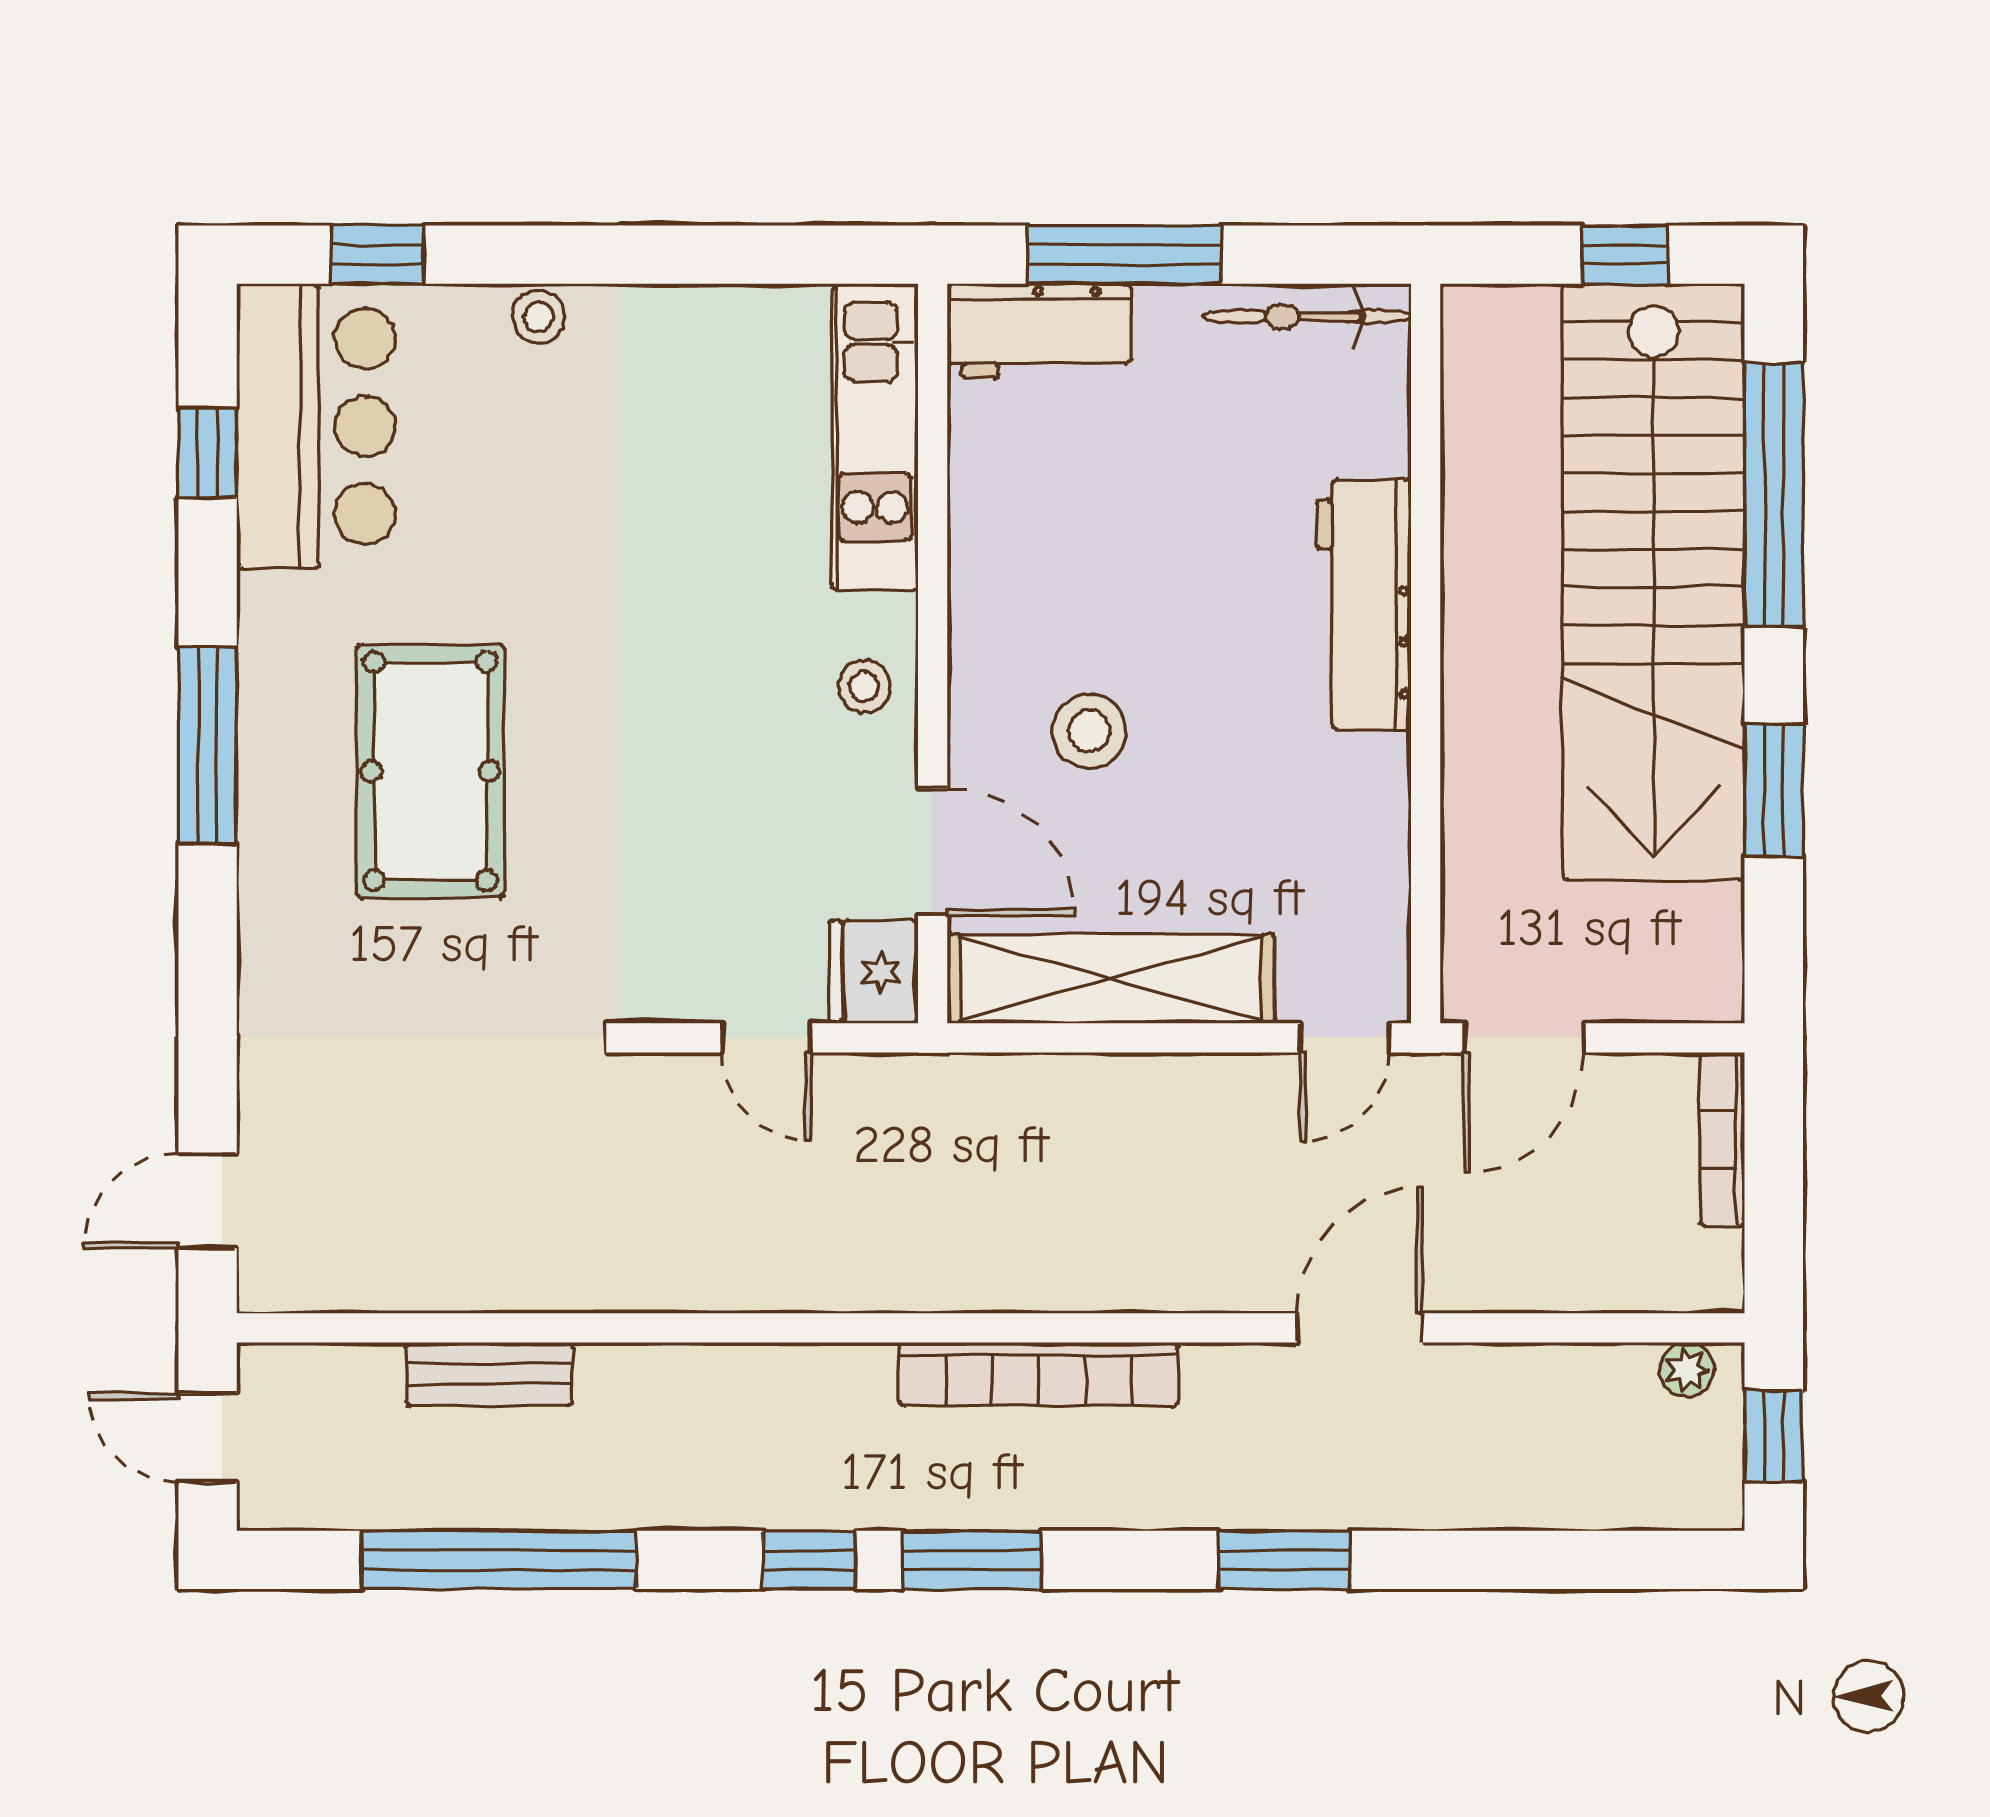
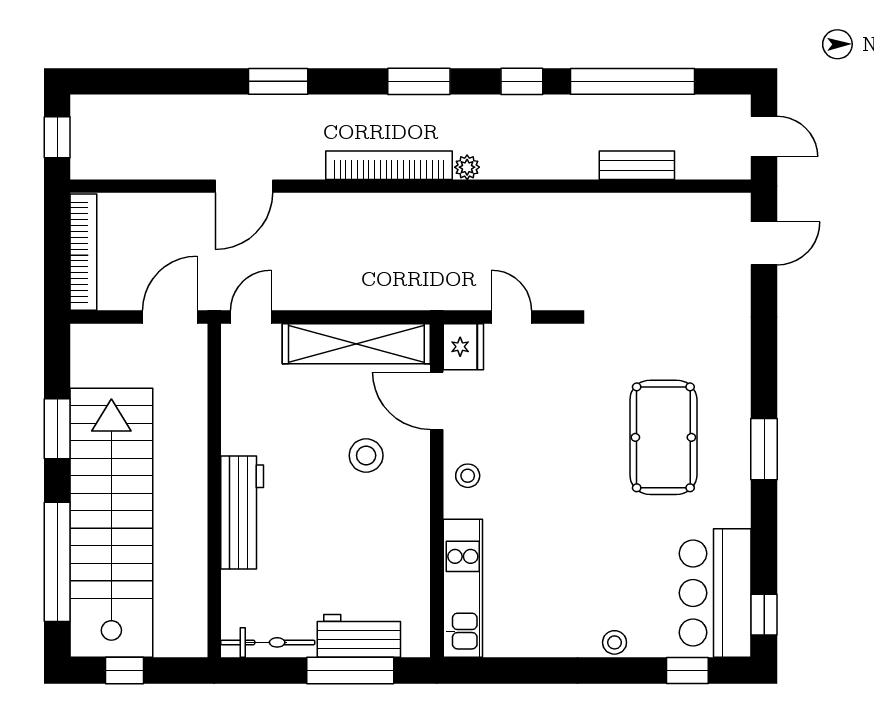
workbench: (1039, 331) -> (359, 636), moved
window: (208, 452) -> (764, 615), moved
window: (208, 745) -> (764, 449), width x0.69
bookcase: (1722, 1140) -> (83, 252), width x1.48, depth x1.31
plant: (1687, 1370) -> (467, 167), moved
window: (809, 1560) -> (522, 81), moved

